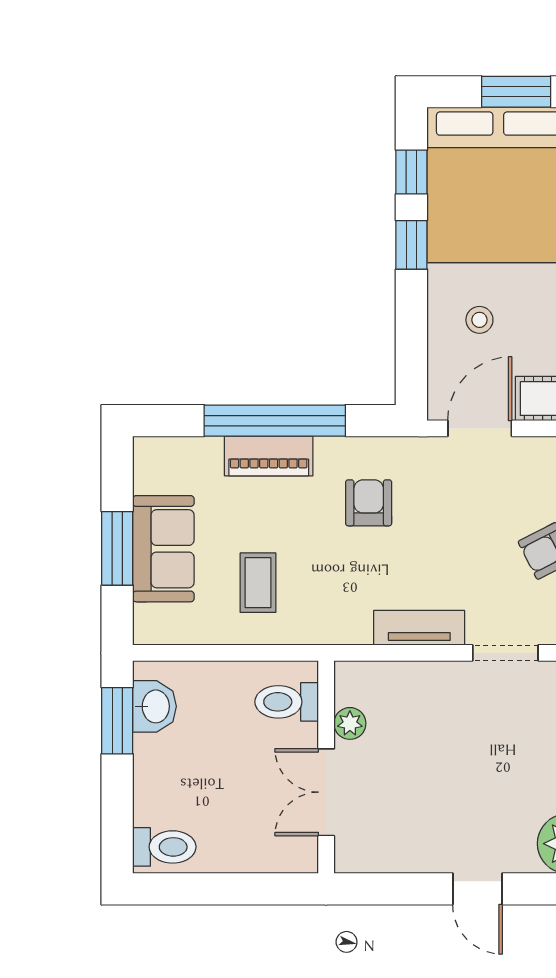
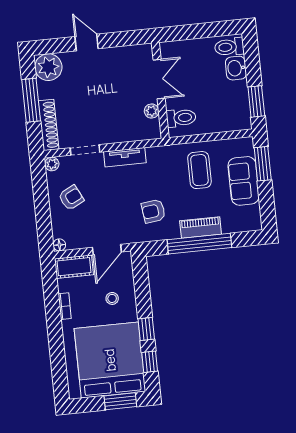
window: (516, 92) -> (120, 401), moved
armchair: (369, 503) -> (153, 211), turned 83
window: (117, 548) -> (263, 164), moved
coffee table: (258, 583) -> (199, 170), width x1.36, depth x1.30
washbasin: (154, 706) -> (236, 68), moved

